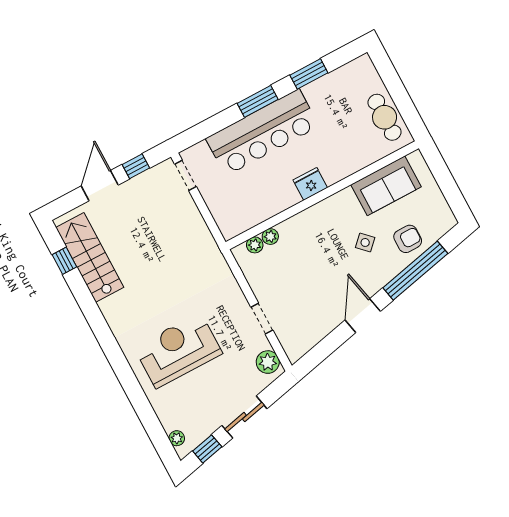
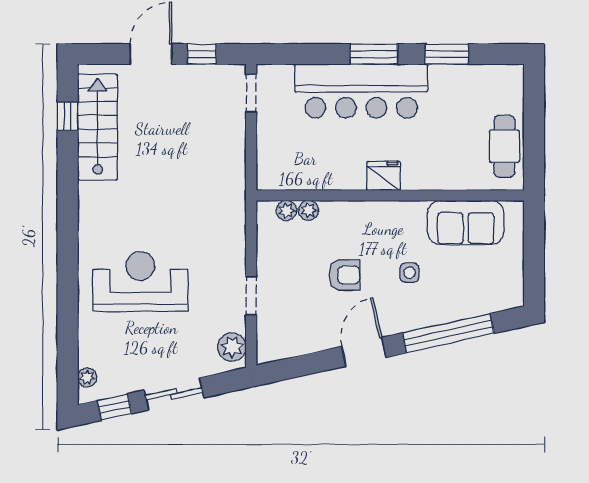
armchair: (408, 239) -> (345, 275), moved
side table: (365, 242) -> (409, 273), turned 45

